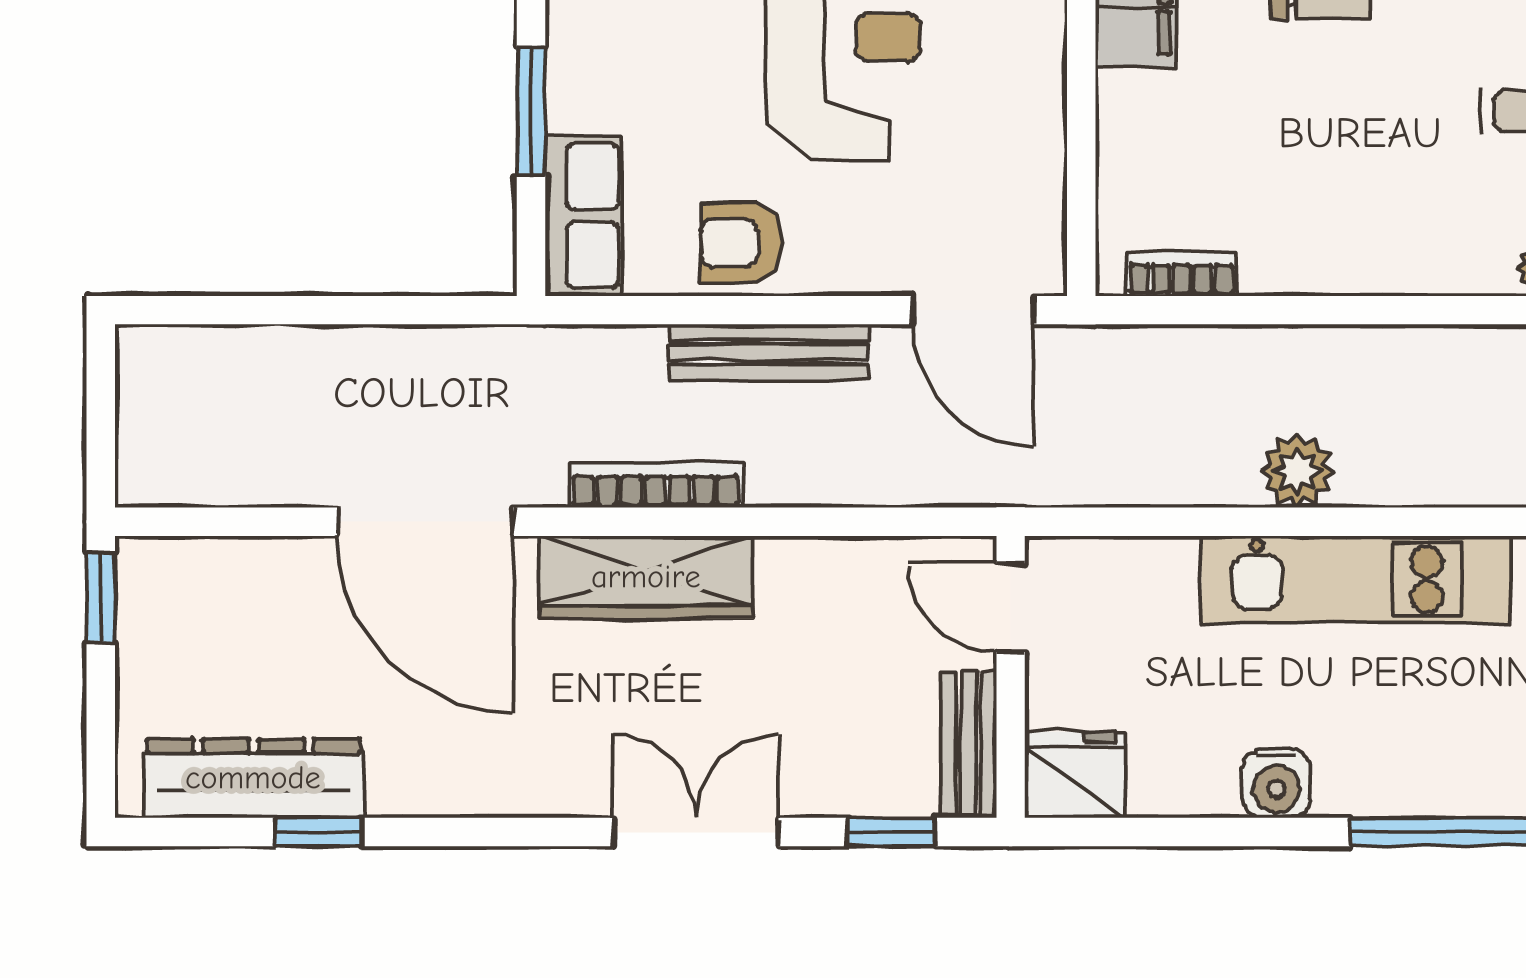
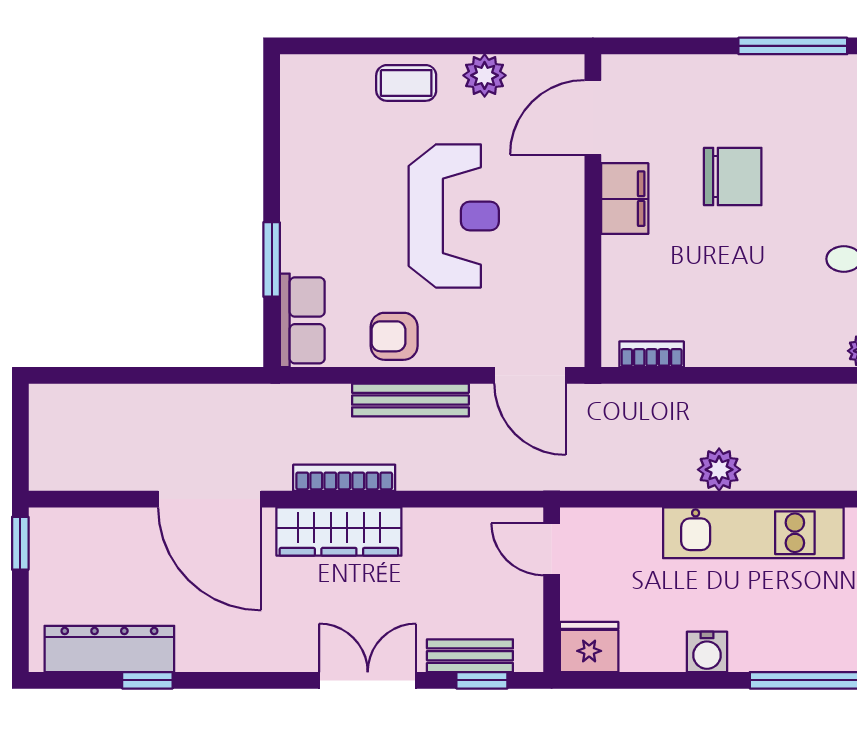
bench: (968, 744) -> (470, 656), moved, turned 90

